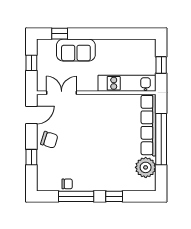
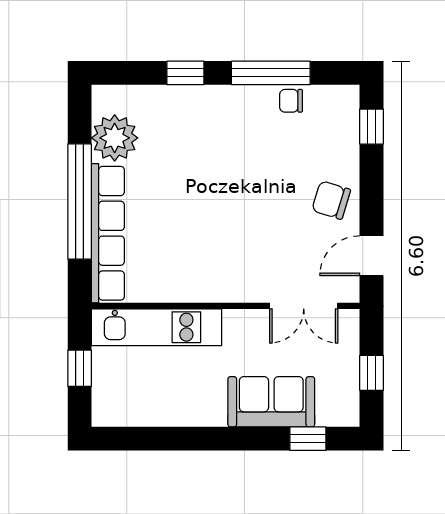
window: (31, 157) -> (372, 127), moved

